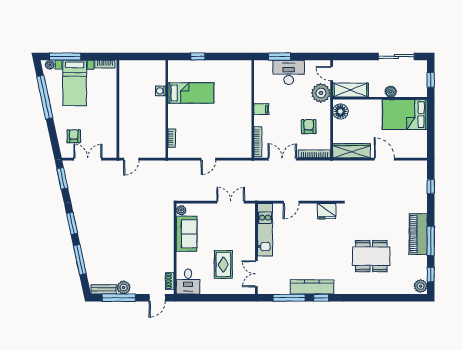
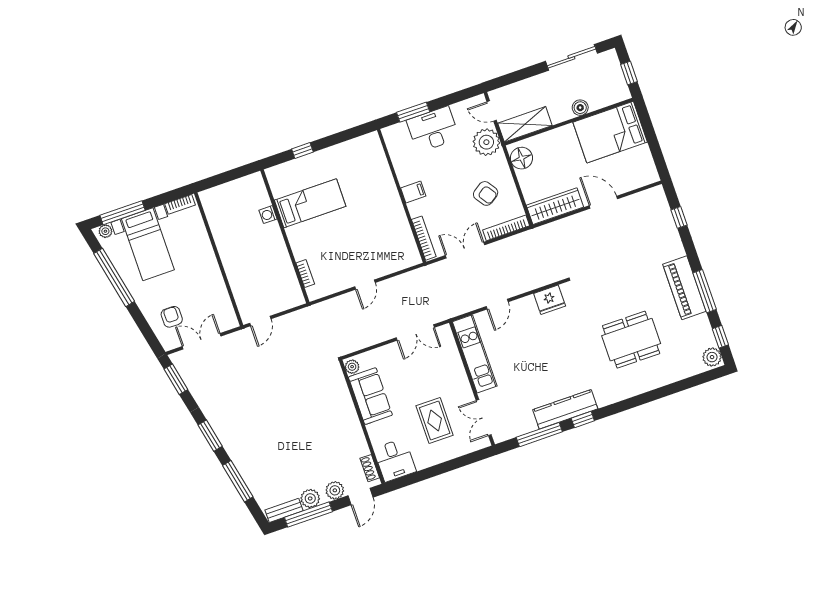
armchair: (309, 127) -> (486, 193), turned 146
double door: (231, 202) -> (415, 333), swing flipped
plant: (142, 288) -> (335, 490), added

